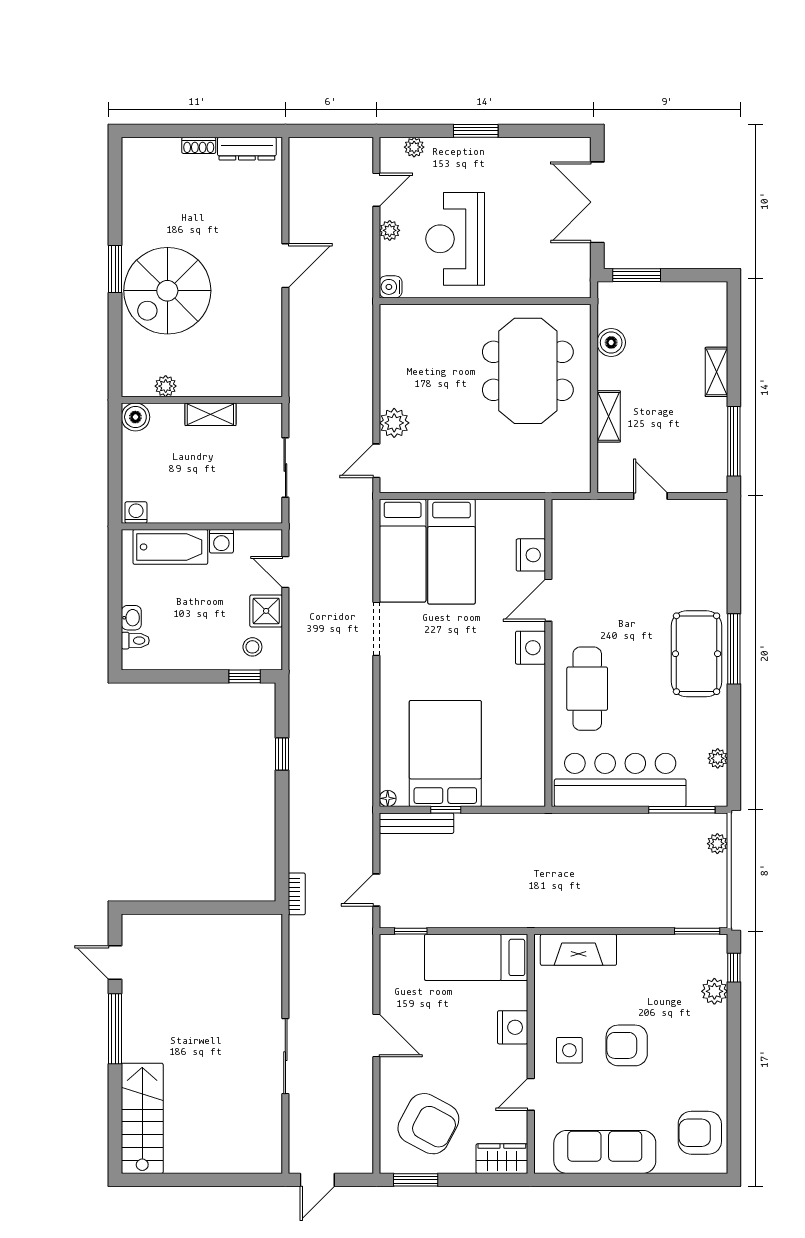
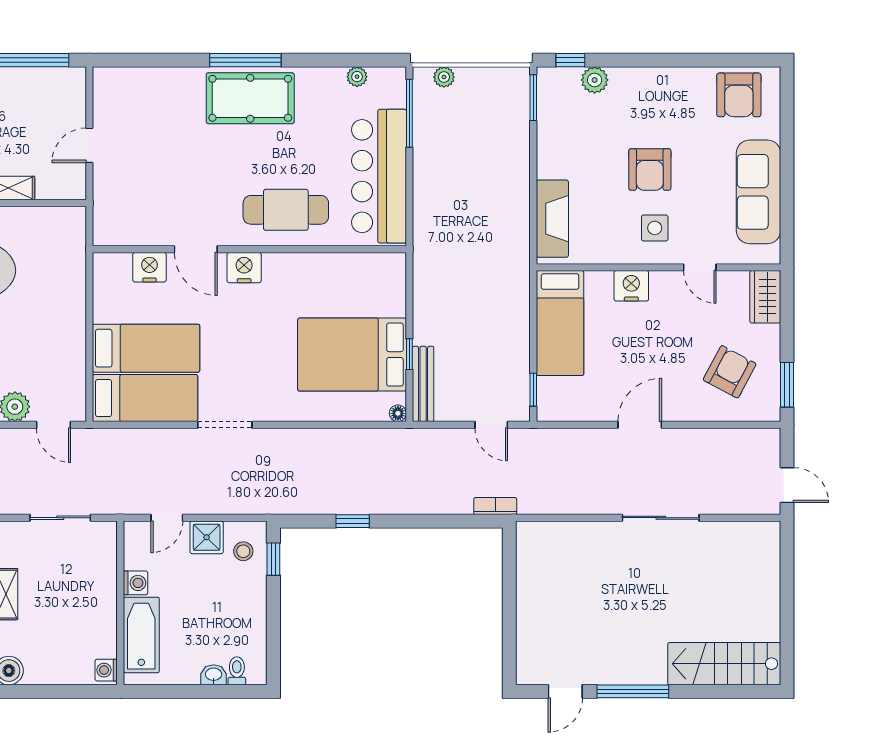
armchair: (428, 1124) -> (730, 372), width x0.73, depth x0.73

